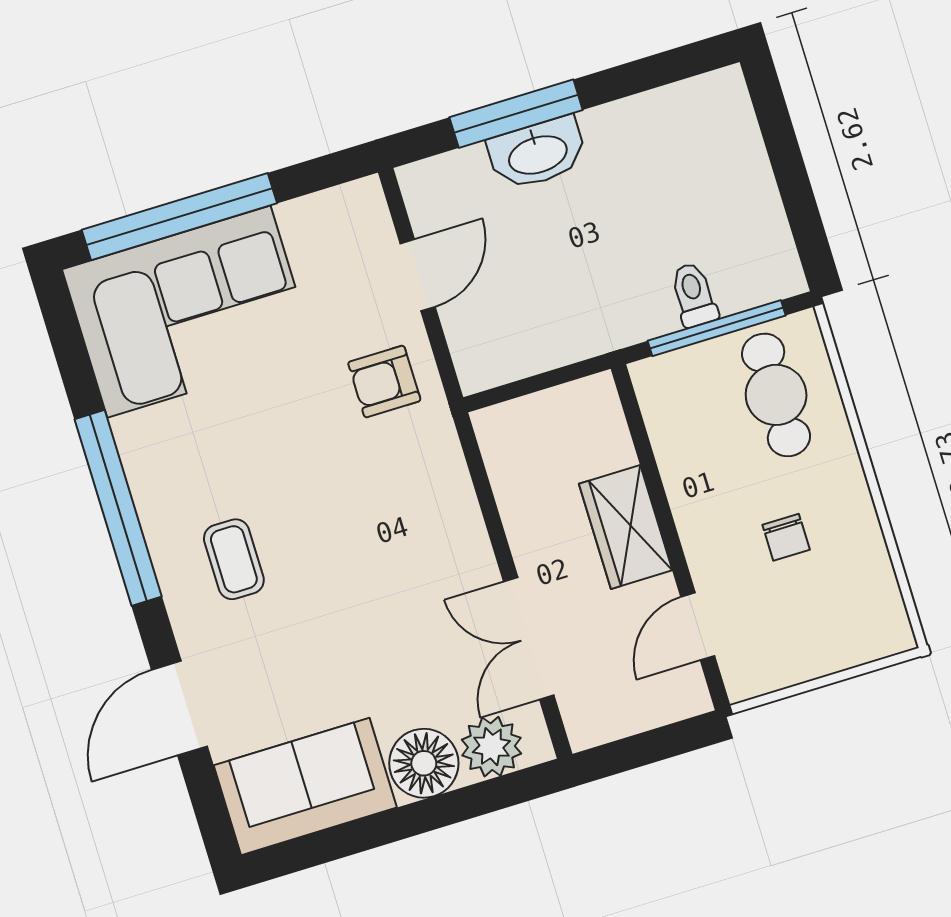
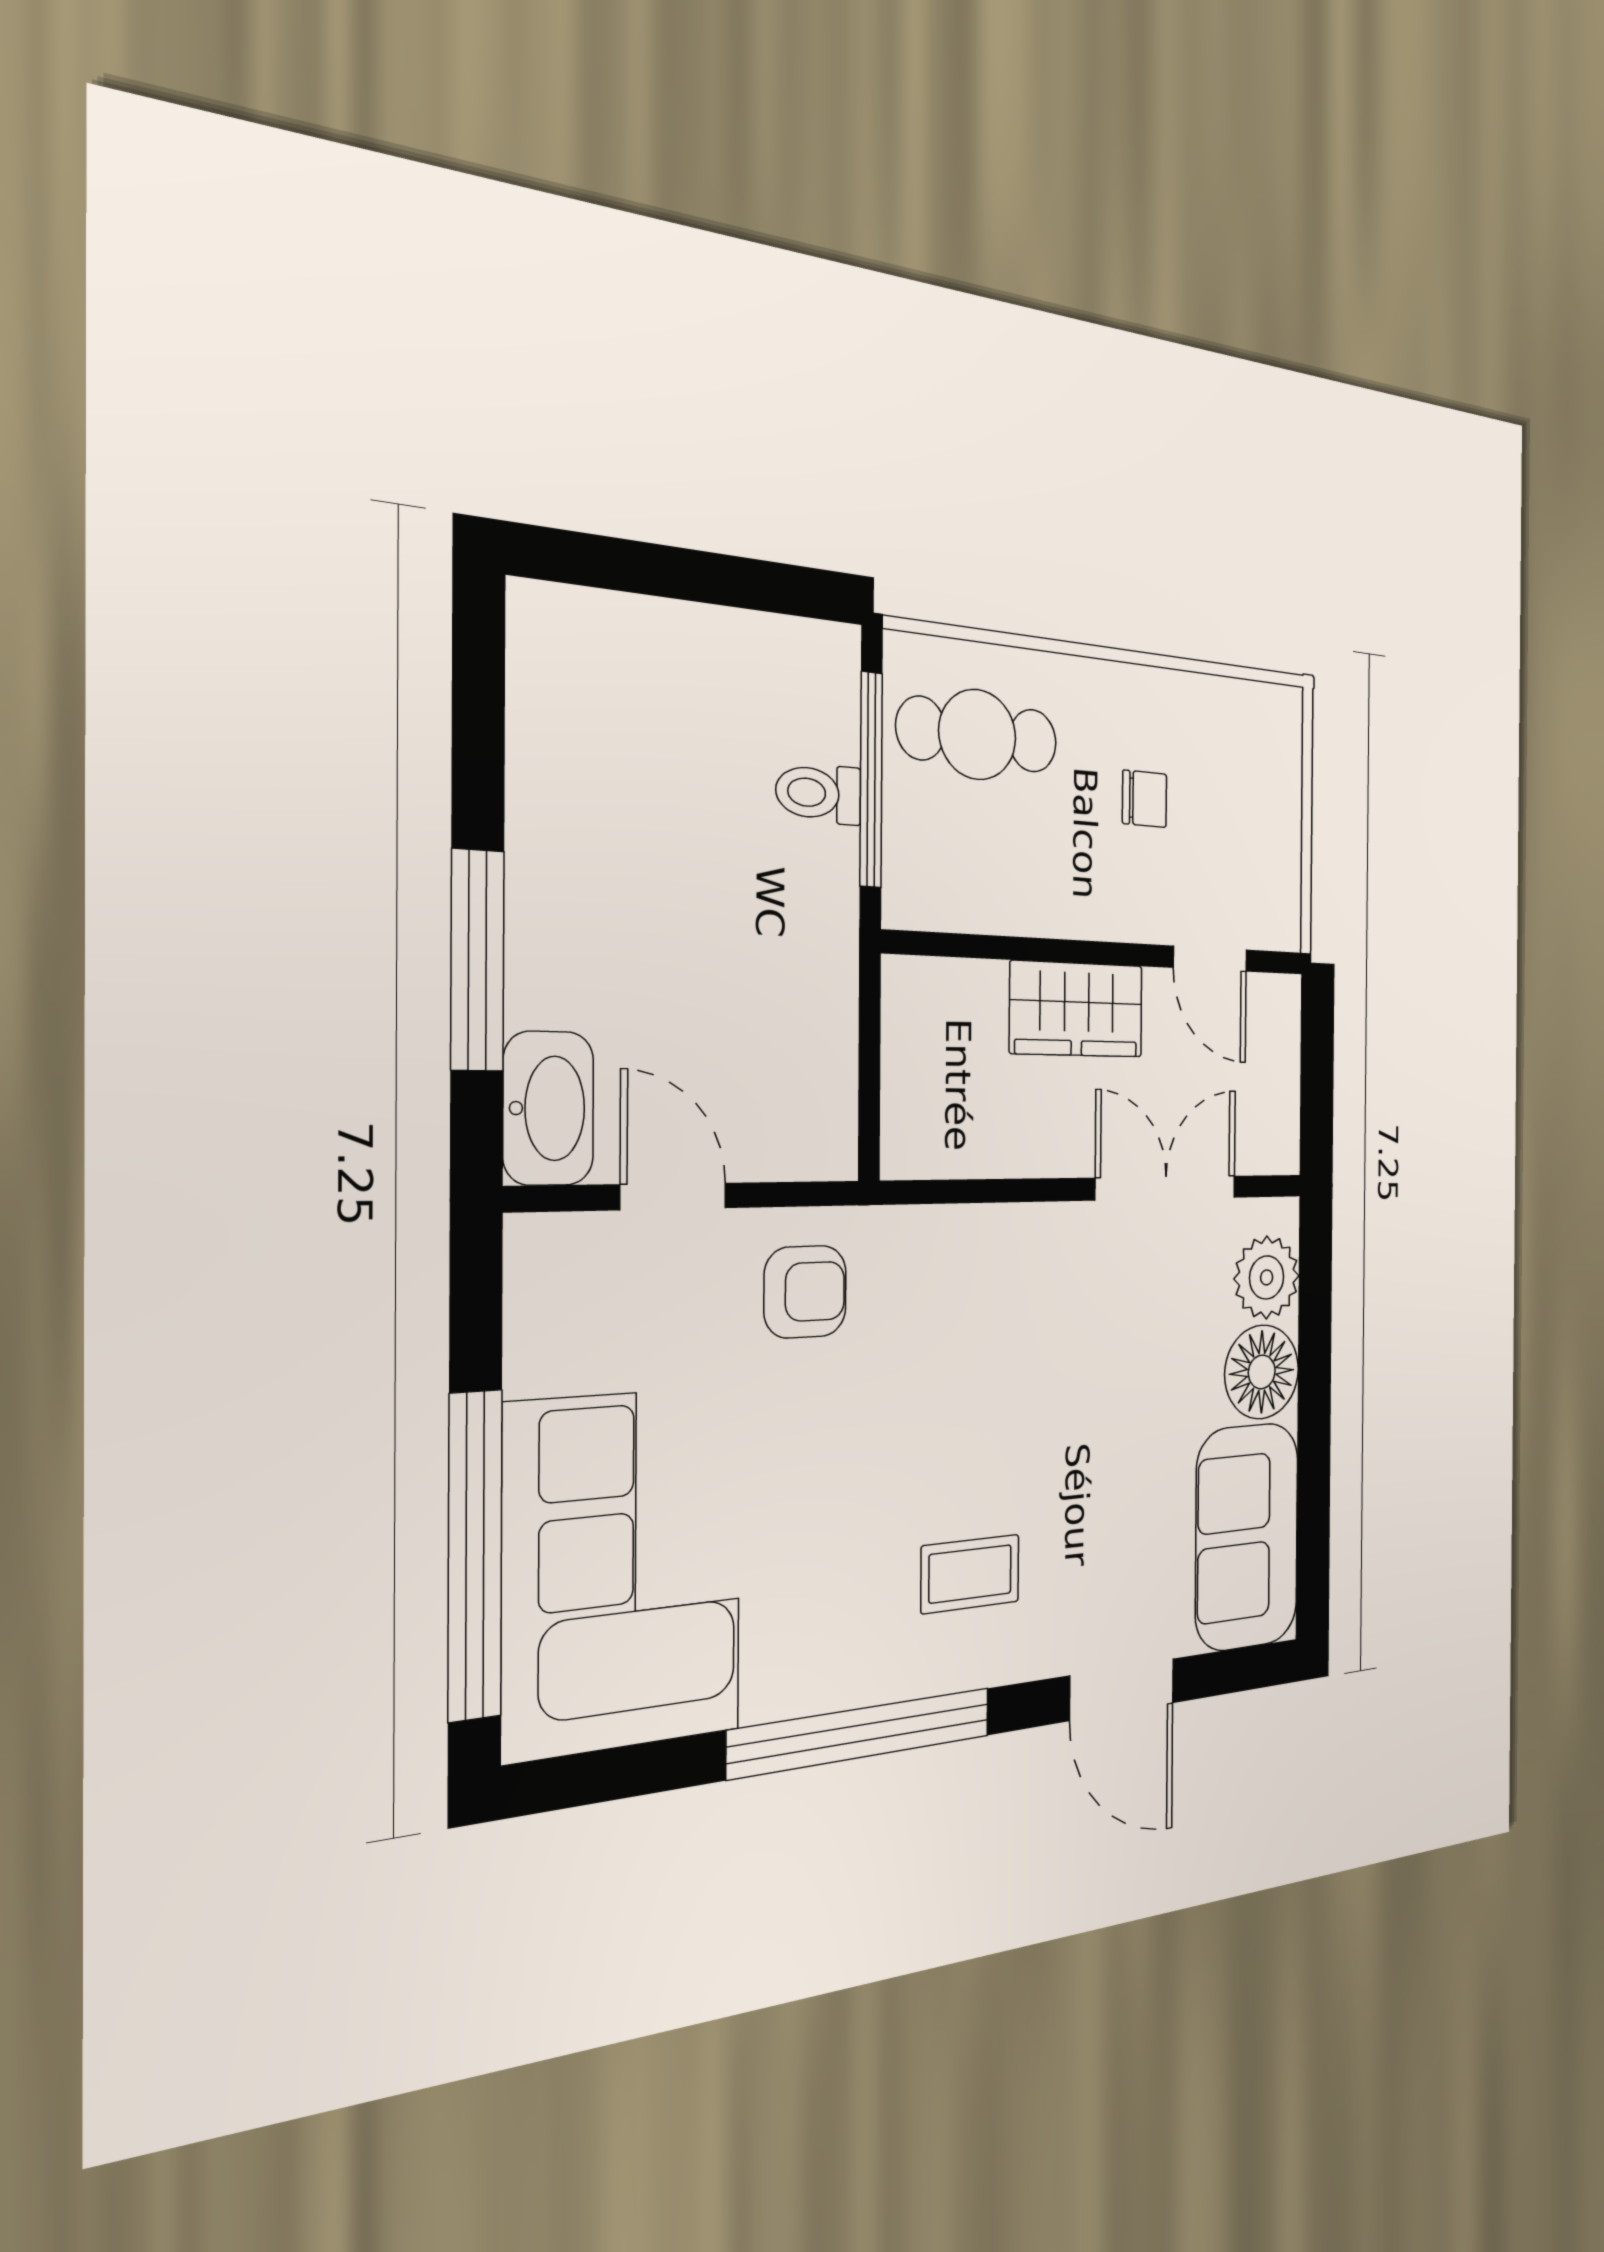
washbasin: (537, 153) -> (549, 1108), moved
armchair: (384, 381) -> (805, 1292), turned -90
double door: (529, 639) -> (1166, 1188), swing flipped

